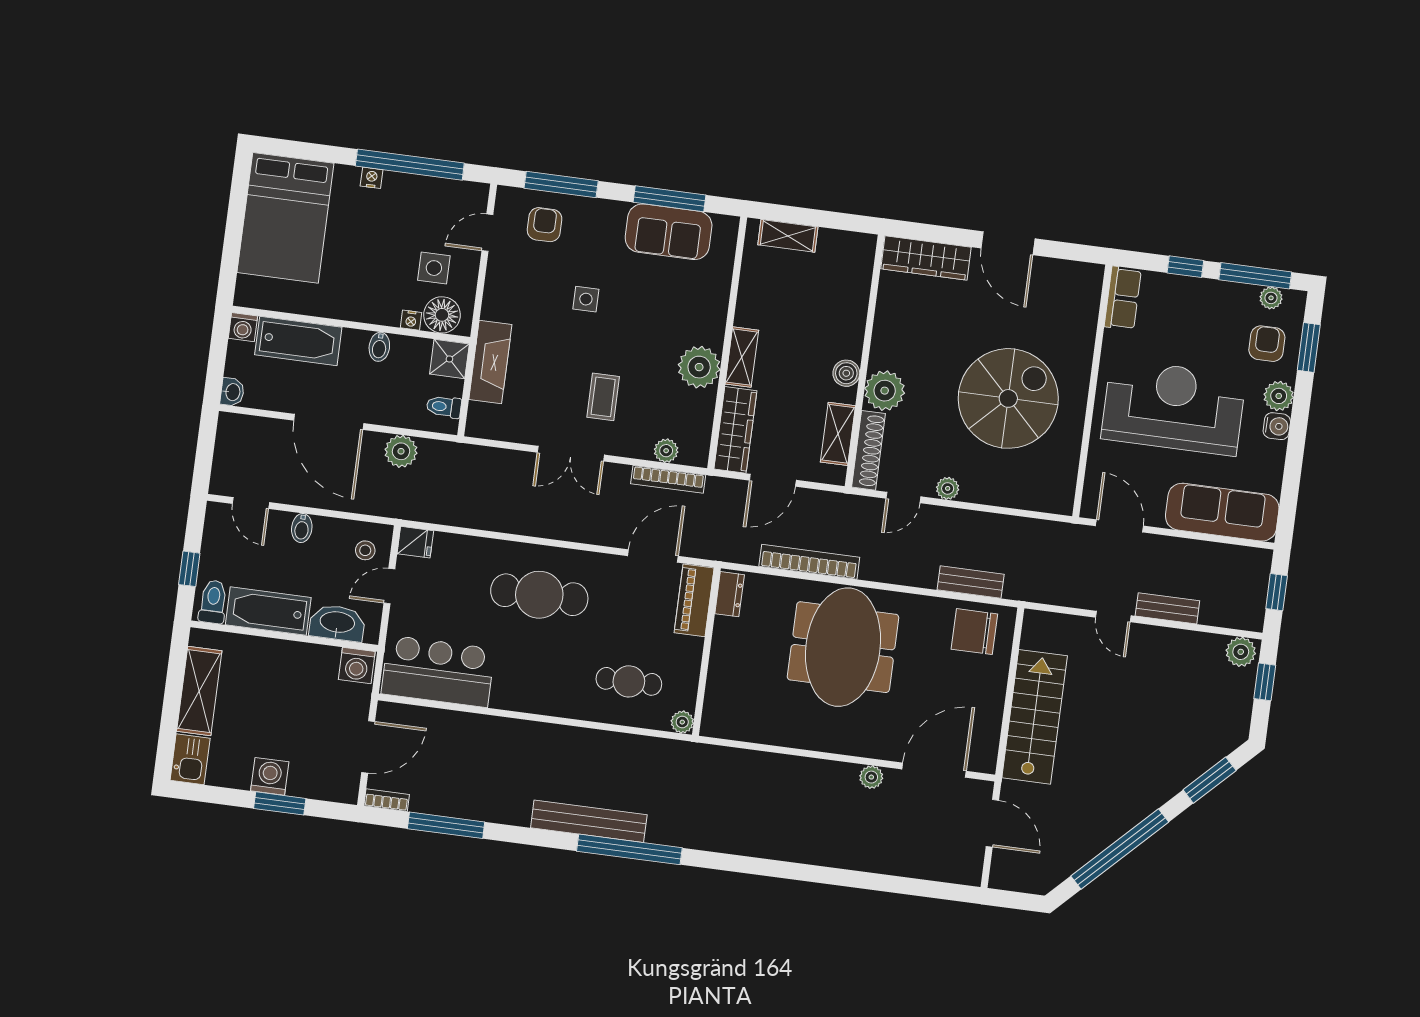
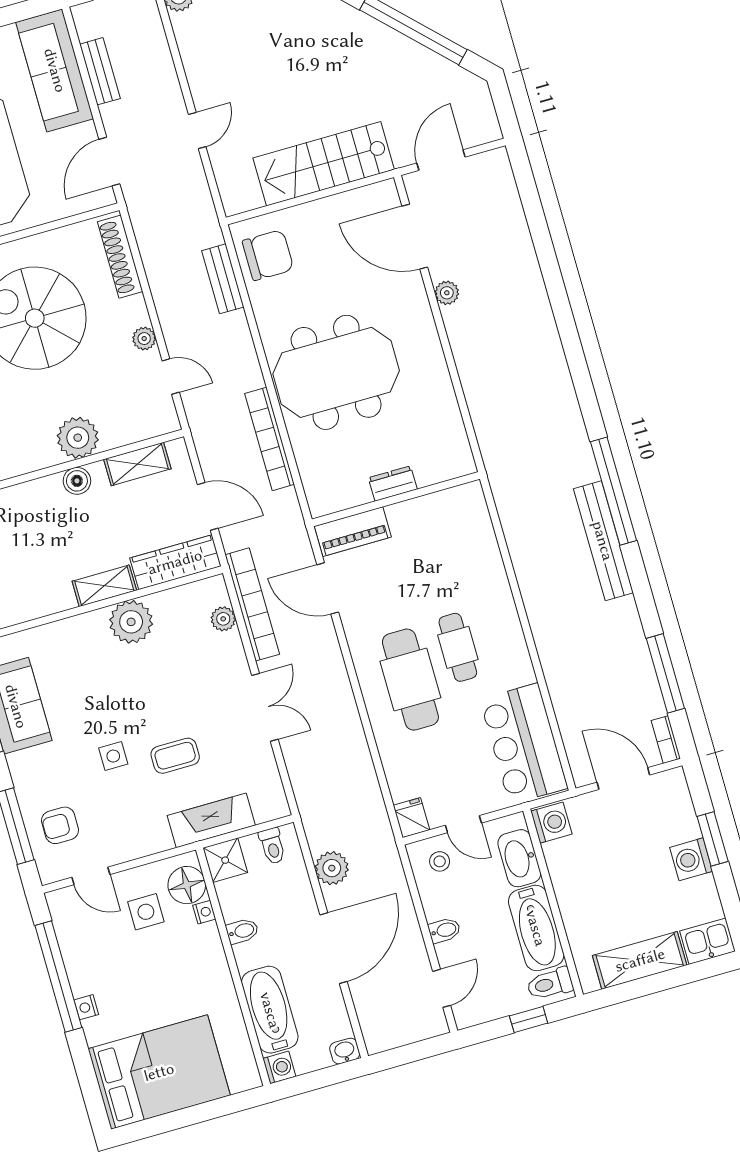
coffee table: (603, 397) -> (175, 756), moved
shoe rack: (868, 450) -> (120, 257), moved, turned -90
bookcase: (668, 479) -> (252, 604), width x1.48, depth x1.31
dresser: (730, 594) -> (393, 484), moved
bench: (1167, 608) -> (100, 71), moved
chair: (974, 632) -> (268, 255), turned -90
cafe table: (629, 681) -> (458, 647), moved
plant: (682, 722) -> (472, 493), removed

